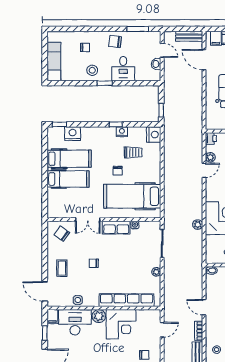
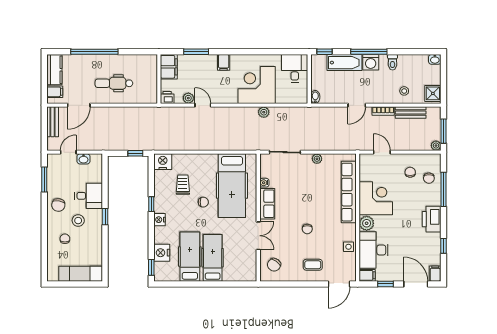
stool: (92, 70) -> (78, 221), moved
nightstand: (122, 132) -> (160, 220), moved

